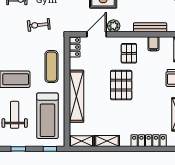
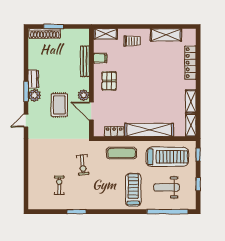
locker: (75, 47) -> (114, 132), moved
pallet: (129, 53) -> (109, 81), turned 90
pallet: (121, 85) -> (139, 88), removed

